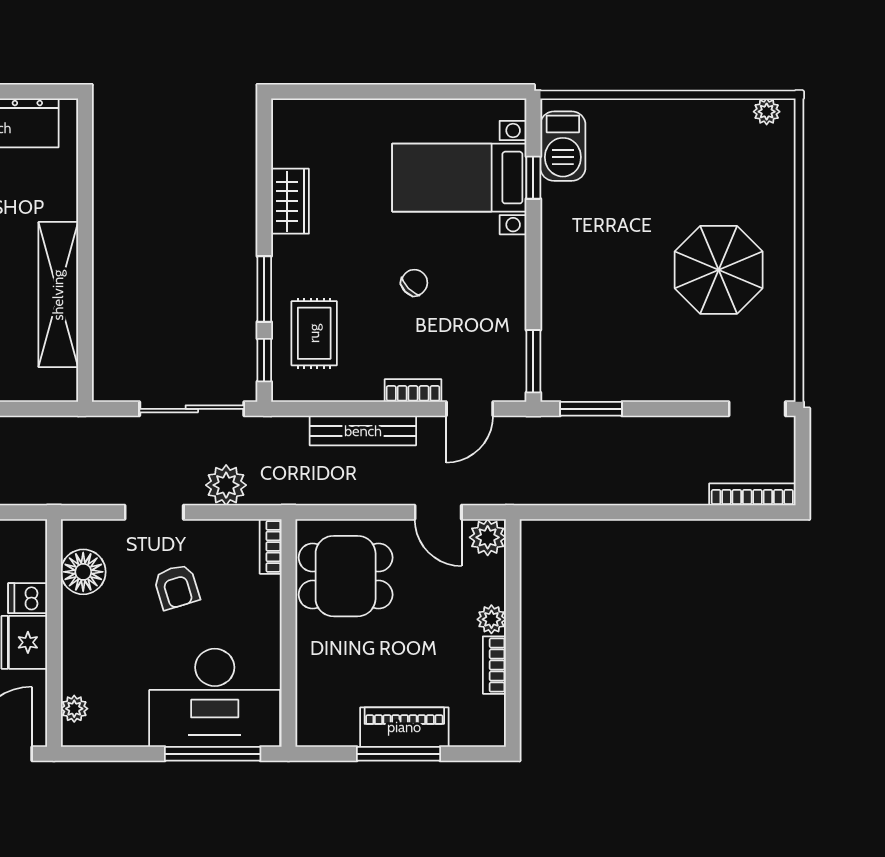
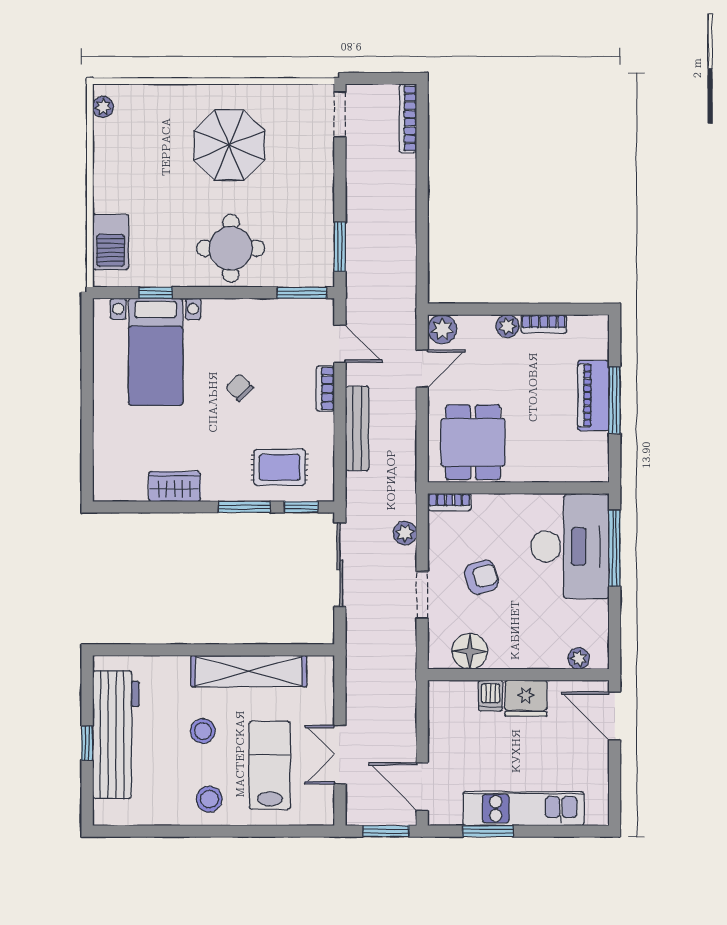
barbecue: (563, 146) -> (111, 242), moved, turned 90
round table: (589, 272) -> (231, 248), added
plant: (226, 485) -> (405, 533), width x0.73, depth x0.73

